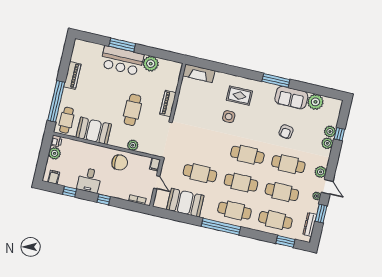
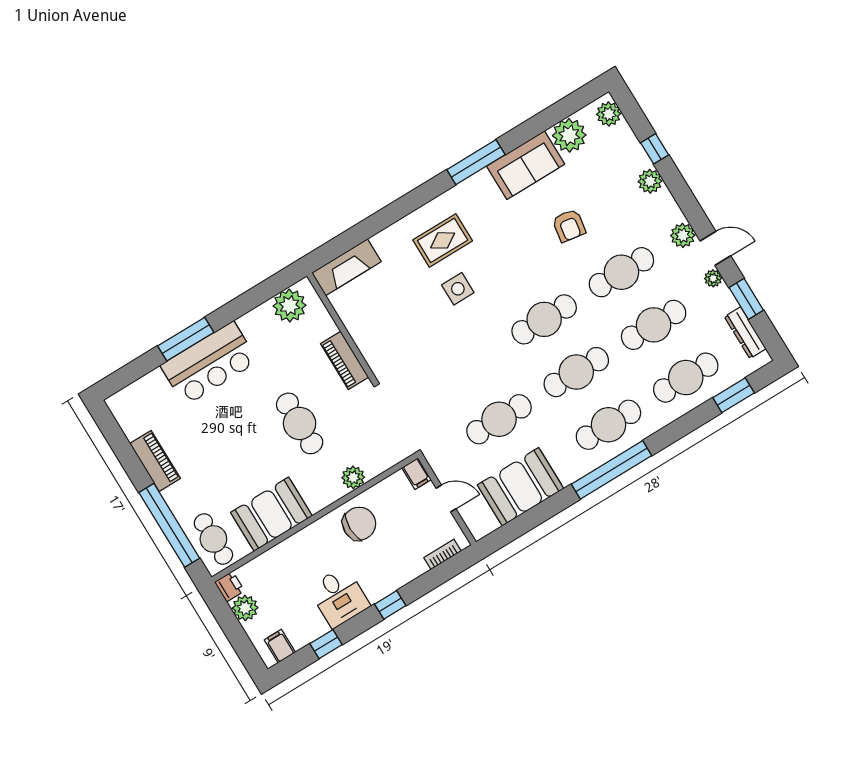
plant: (151, 64) -> (290, 306), moved
plant: (330, 132) -> (609, 114), moved

